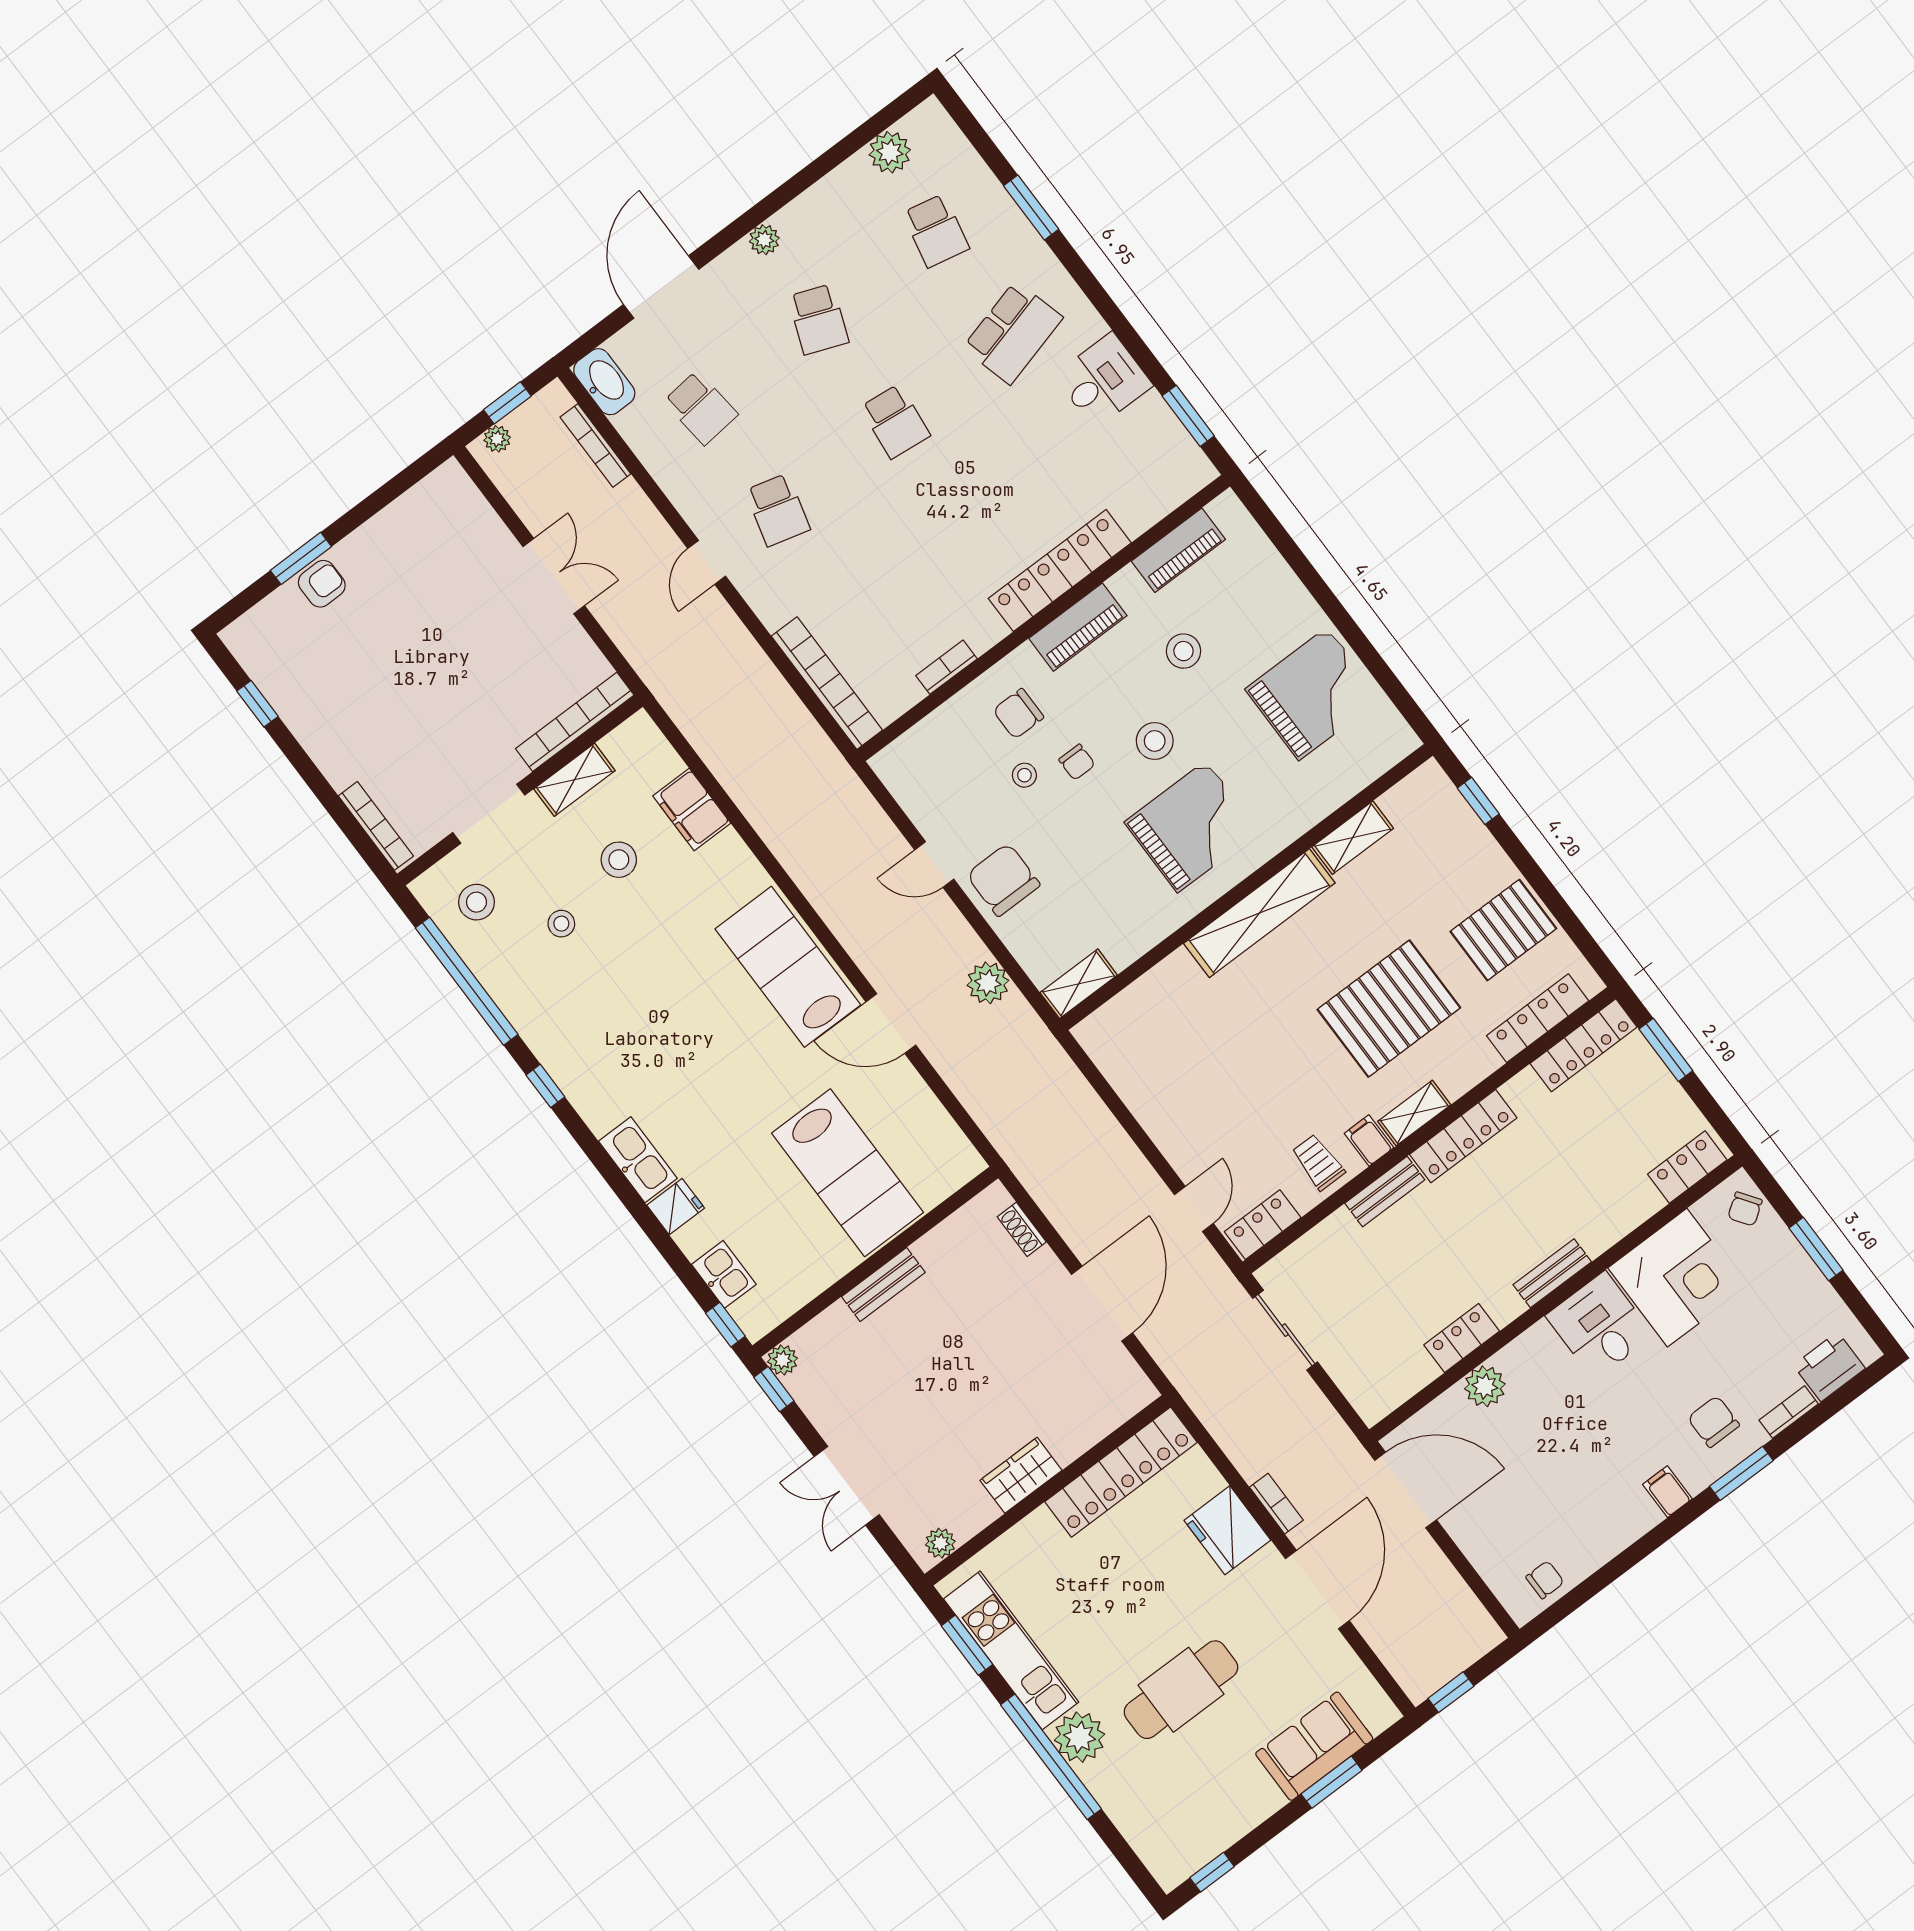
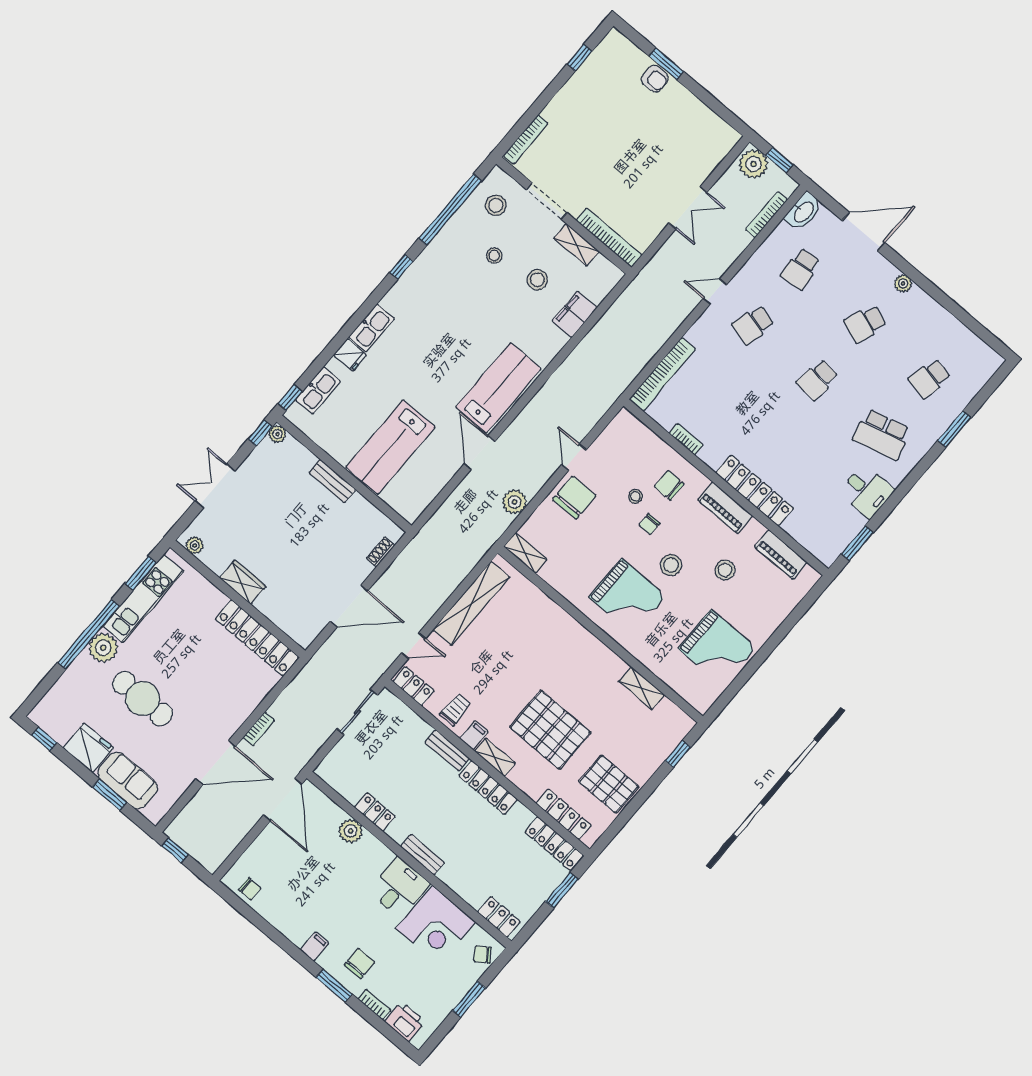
plant: (890, 152) -> (968, 343), removed
plant: (497, 439) -> (753, 164), width x1.87, depth x1.87
shelving: (1259, 913) -> (471, 603), moved, turned 90
kitchen sink: (724, 1274) -> (318, 390), width x1.38
fridge: (1227, 1530) -> (88, 748), moved, turned 90

